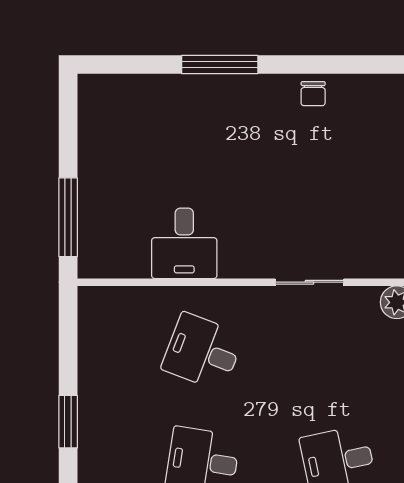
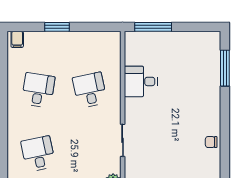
window: (220, 64) -> (225, 68), moved
desk: (203, 352) -> (90, 90), turned -33

